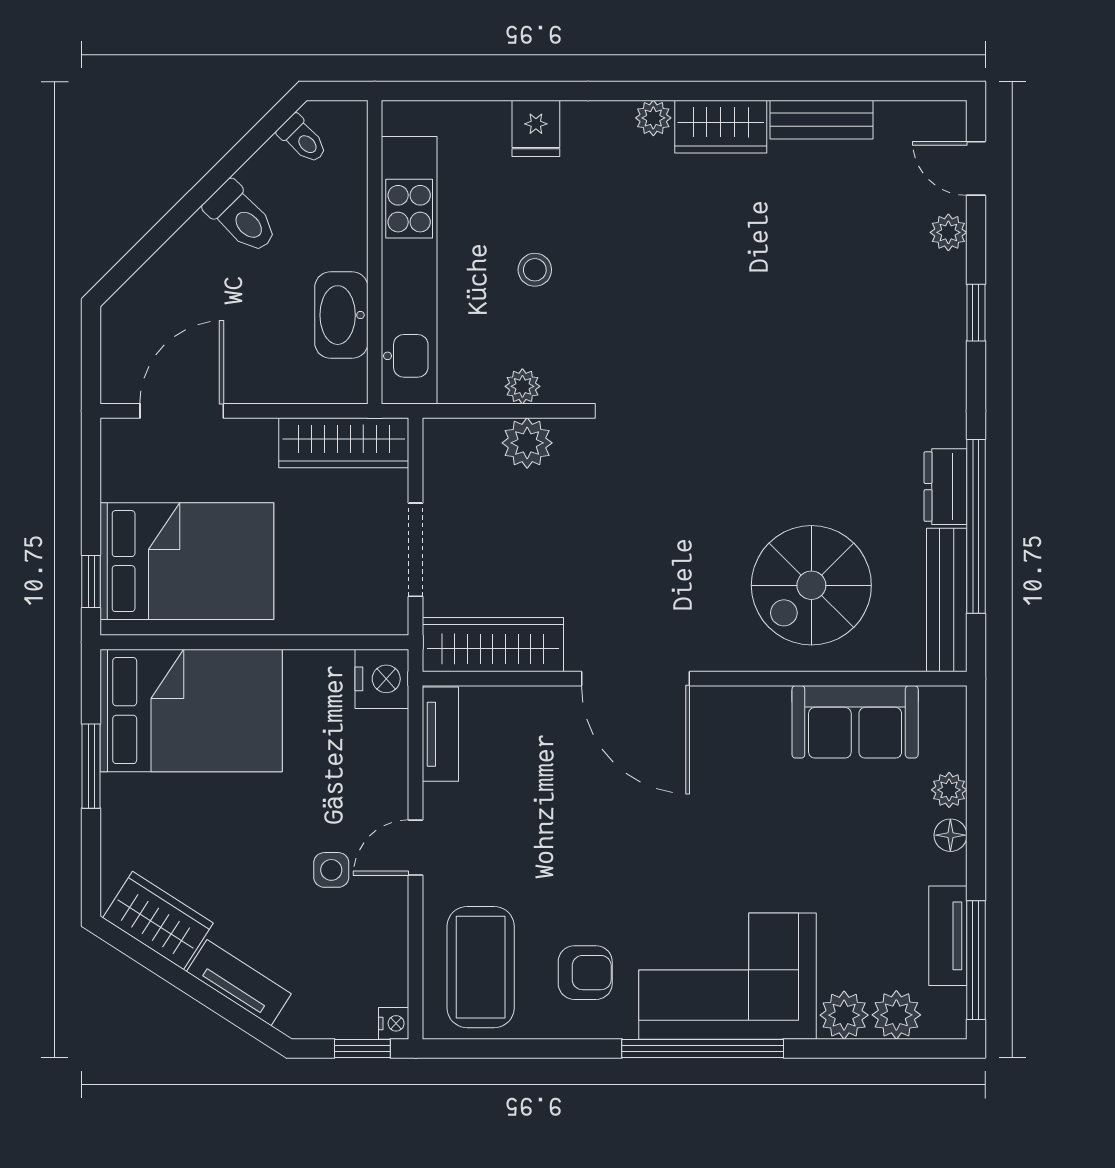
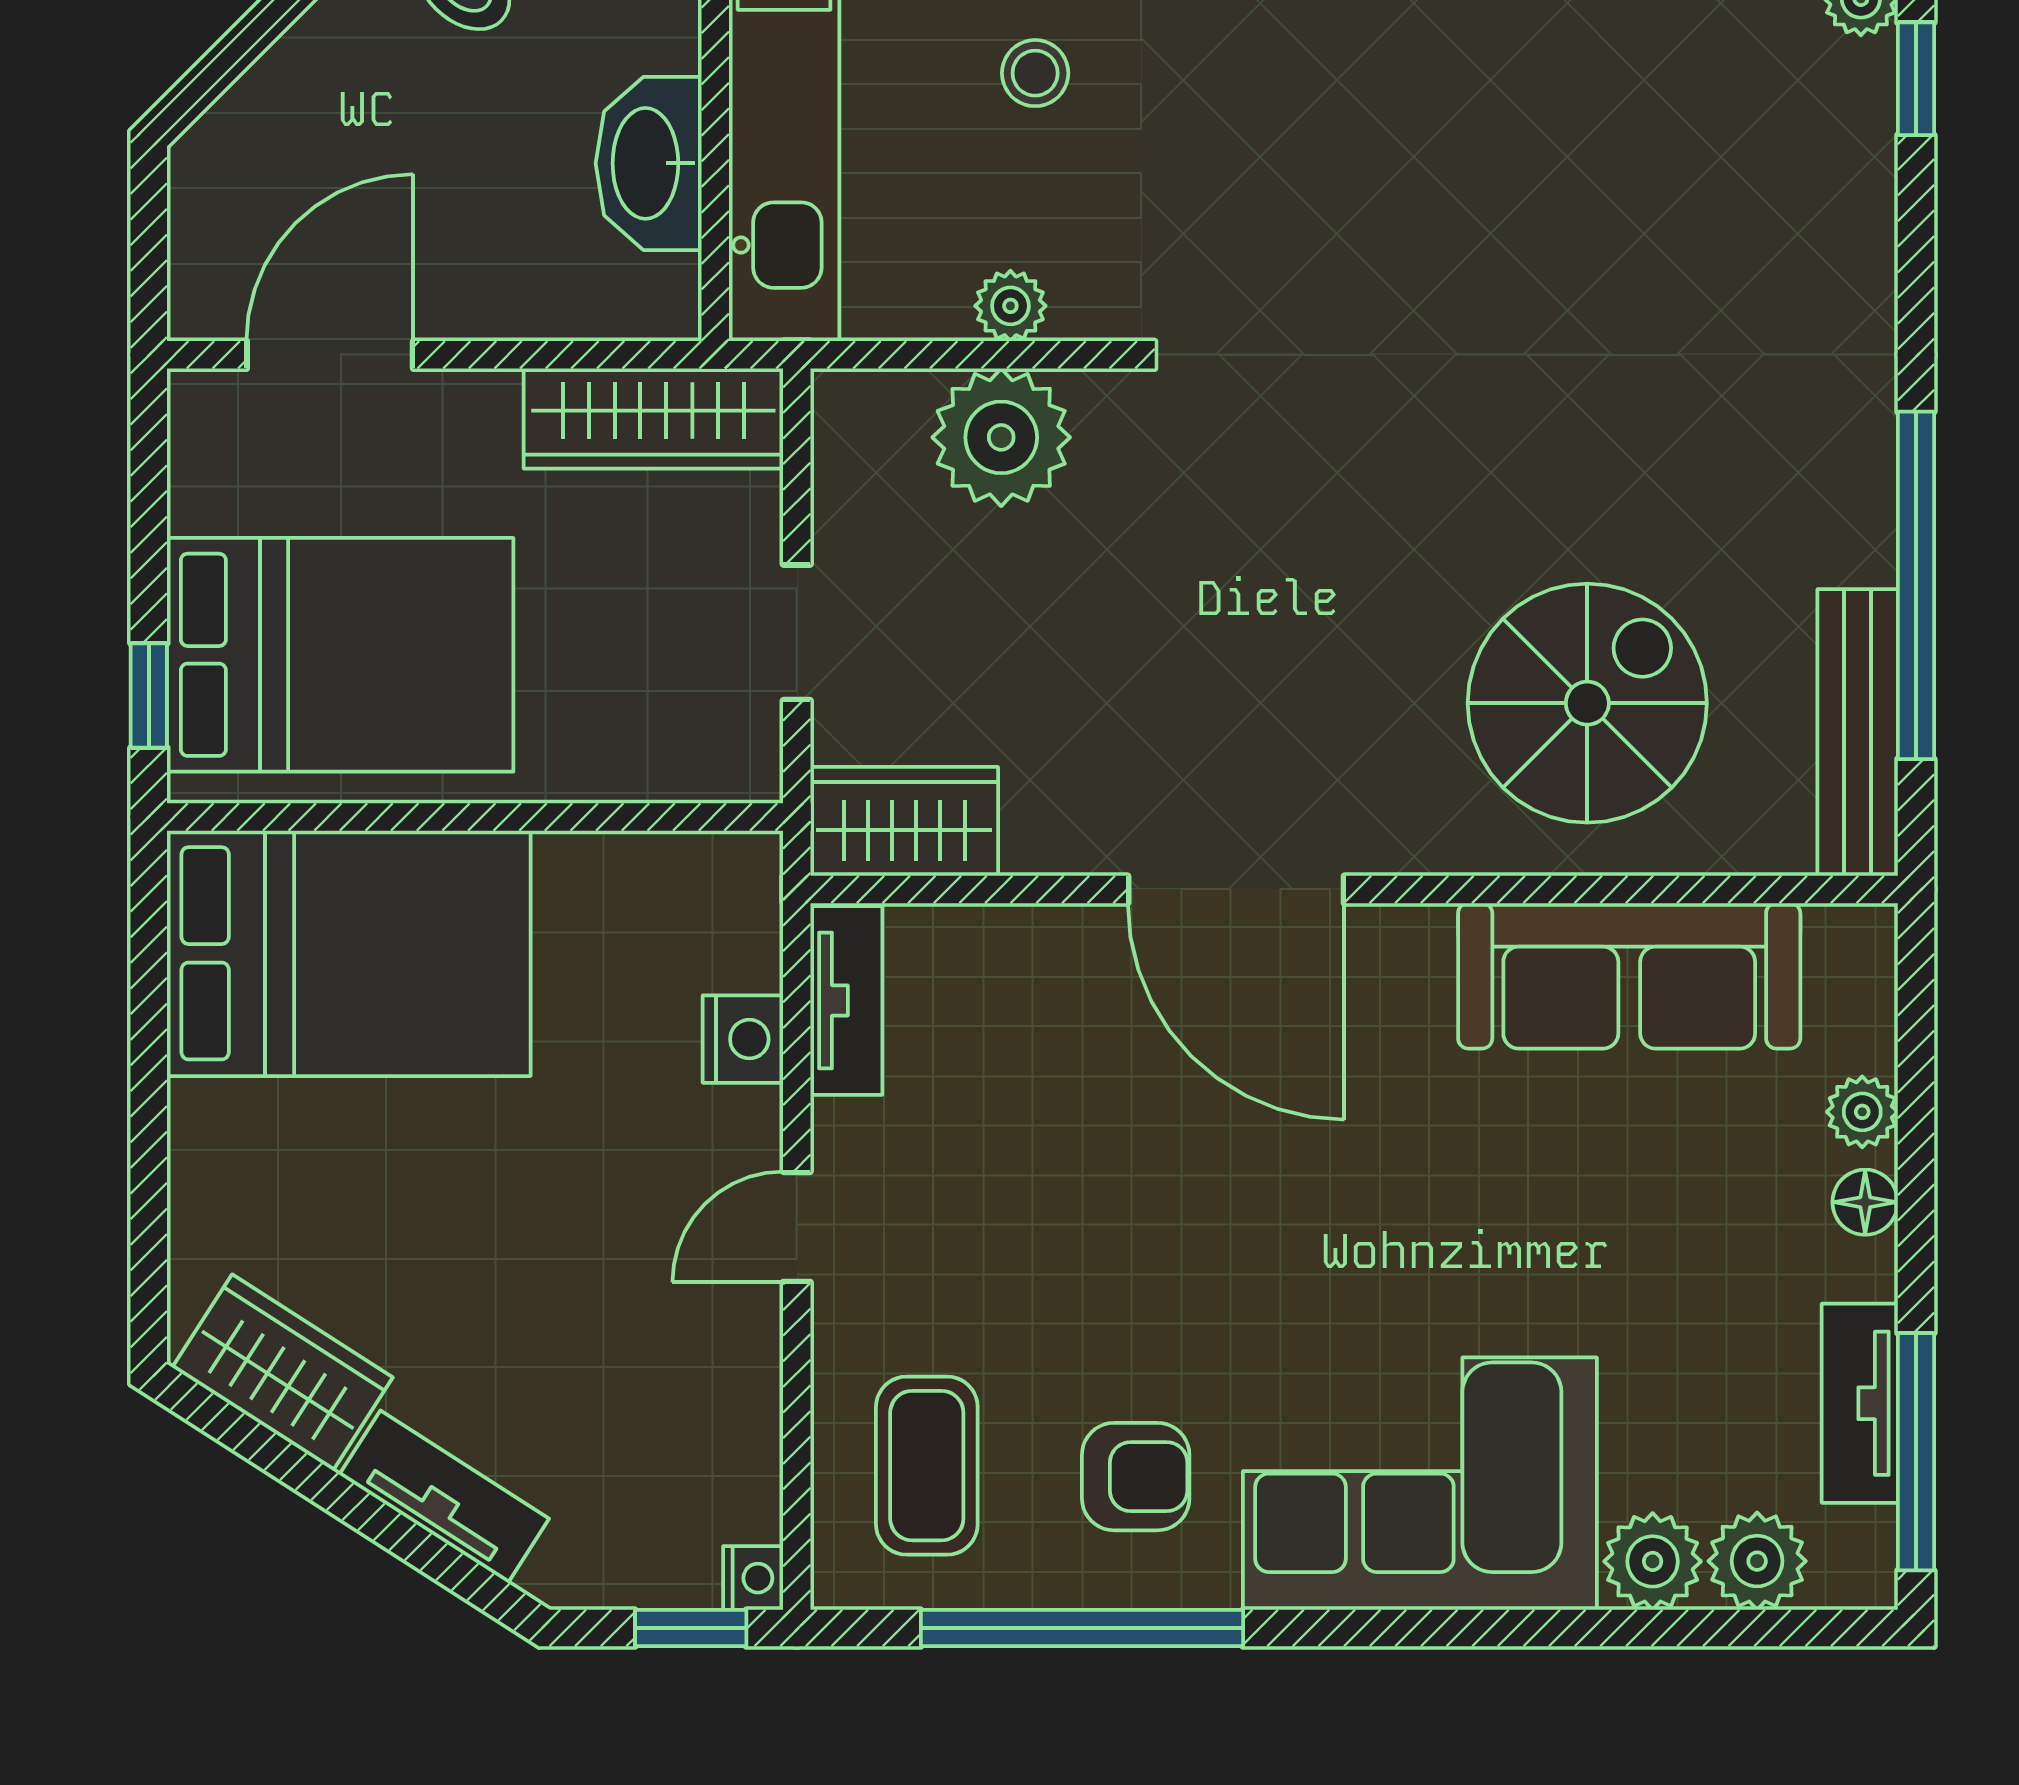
window: (976, 313) -> (1916, 79), moved
plant: (527, 443) -> (1001, 437), width x1.36, depth x1.36
dresser: (946, 487) -> (1855, 506), removed
doorway: (415, 550) -> (797, 632), width x0.73
spiral stairs: (811, 585) -> (1587, 703), turned 180
wardrobe: (493, 645) -> (904, 821), width x0.67
nightstand: (382, 679) -> (743, 1039), moved, width x0.74, depth x0.75
sofa: (855, 722) -> (1629, 976), width x1.36
window: (91, 766) -> (149, 1064), removed
side table: (331, 870) -> (629, 1272), removed
coffee table: (481, 967) -> (927, 1466), width x0.73, depth x0.76
window: (703, 1048) -> (1082, 1628), moved

